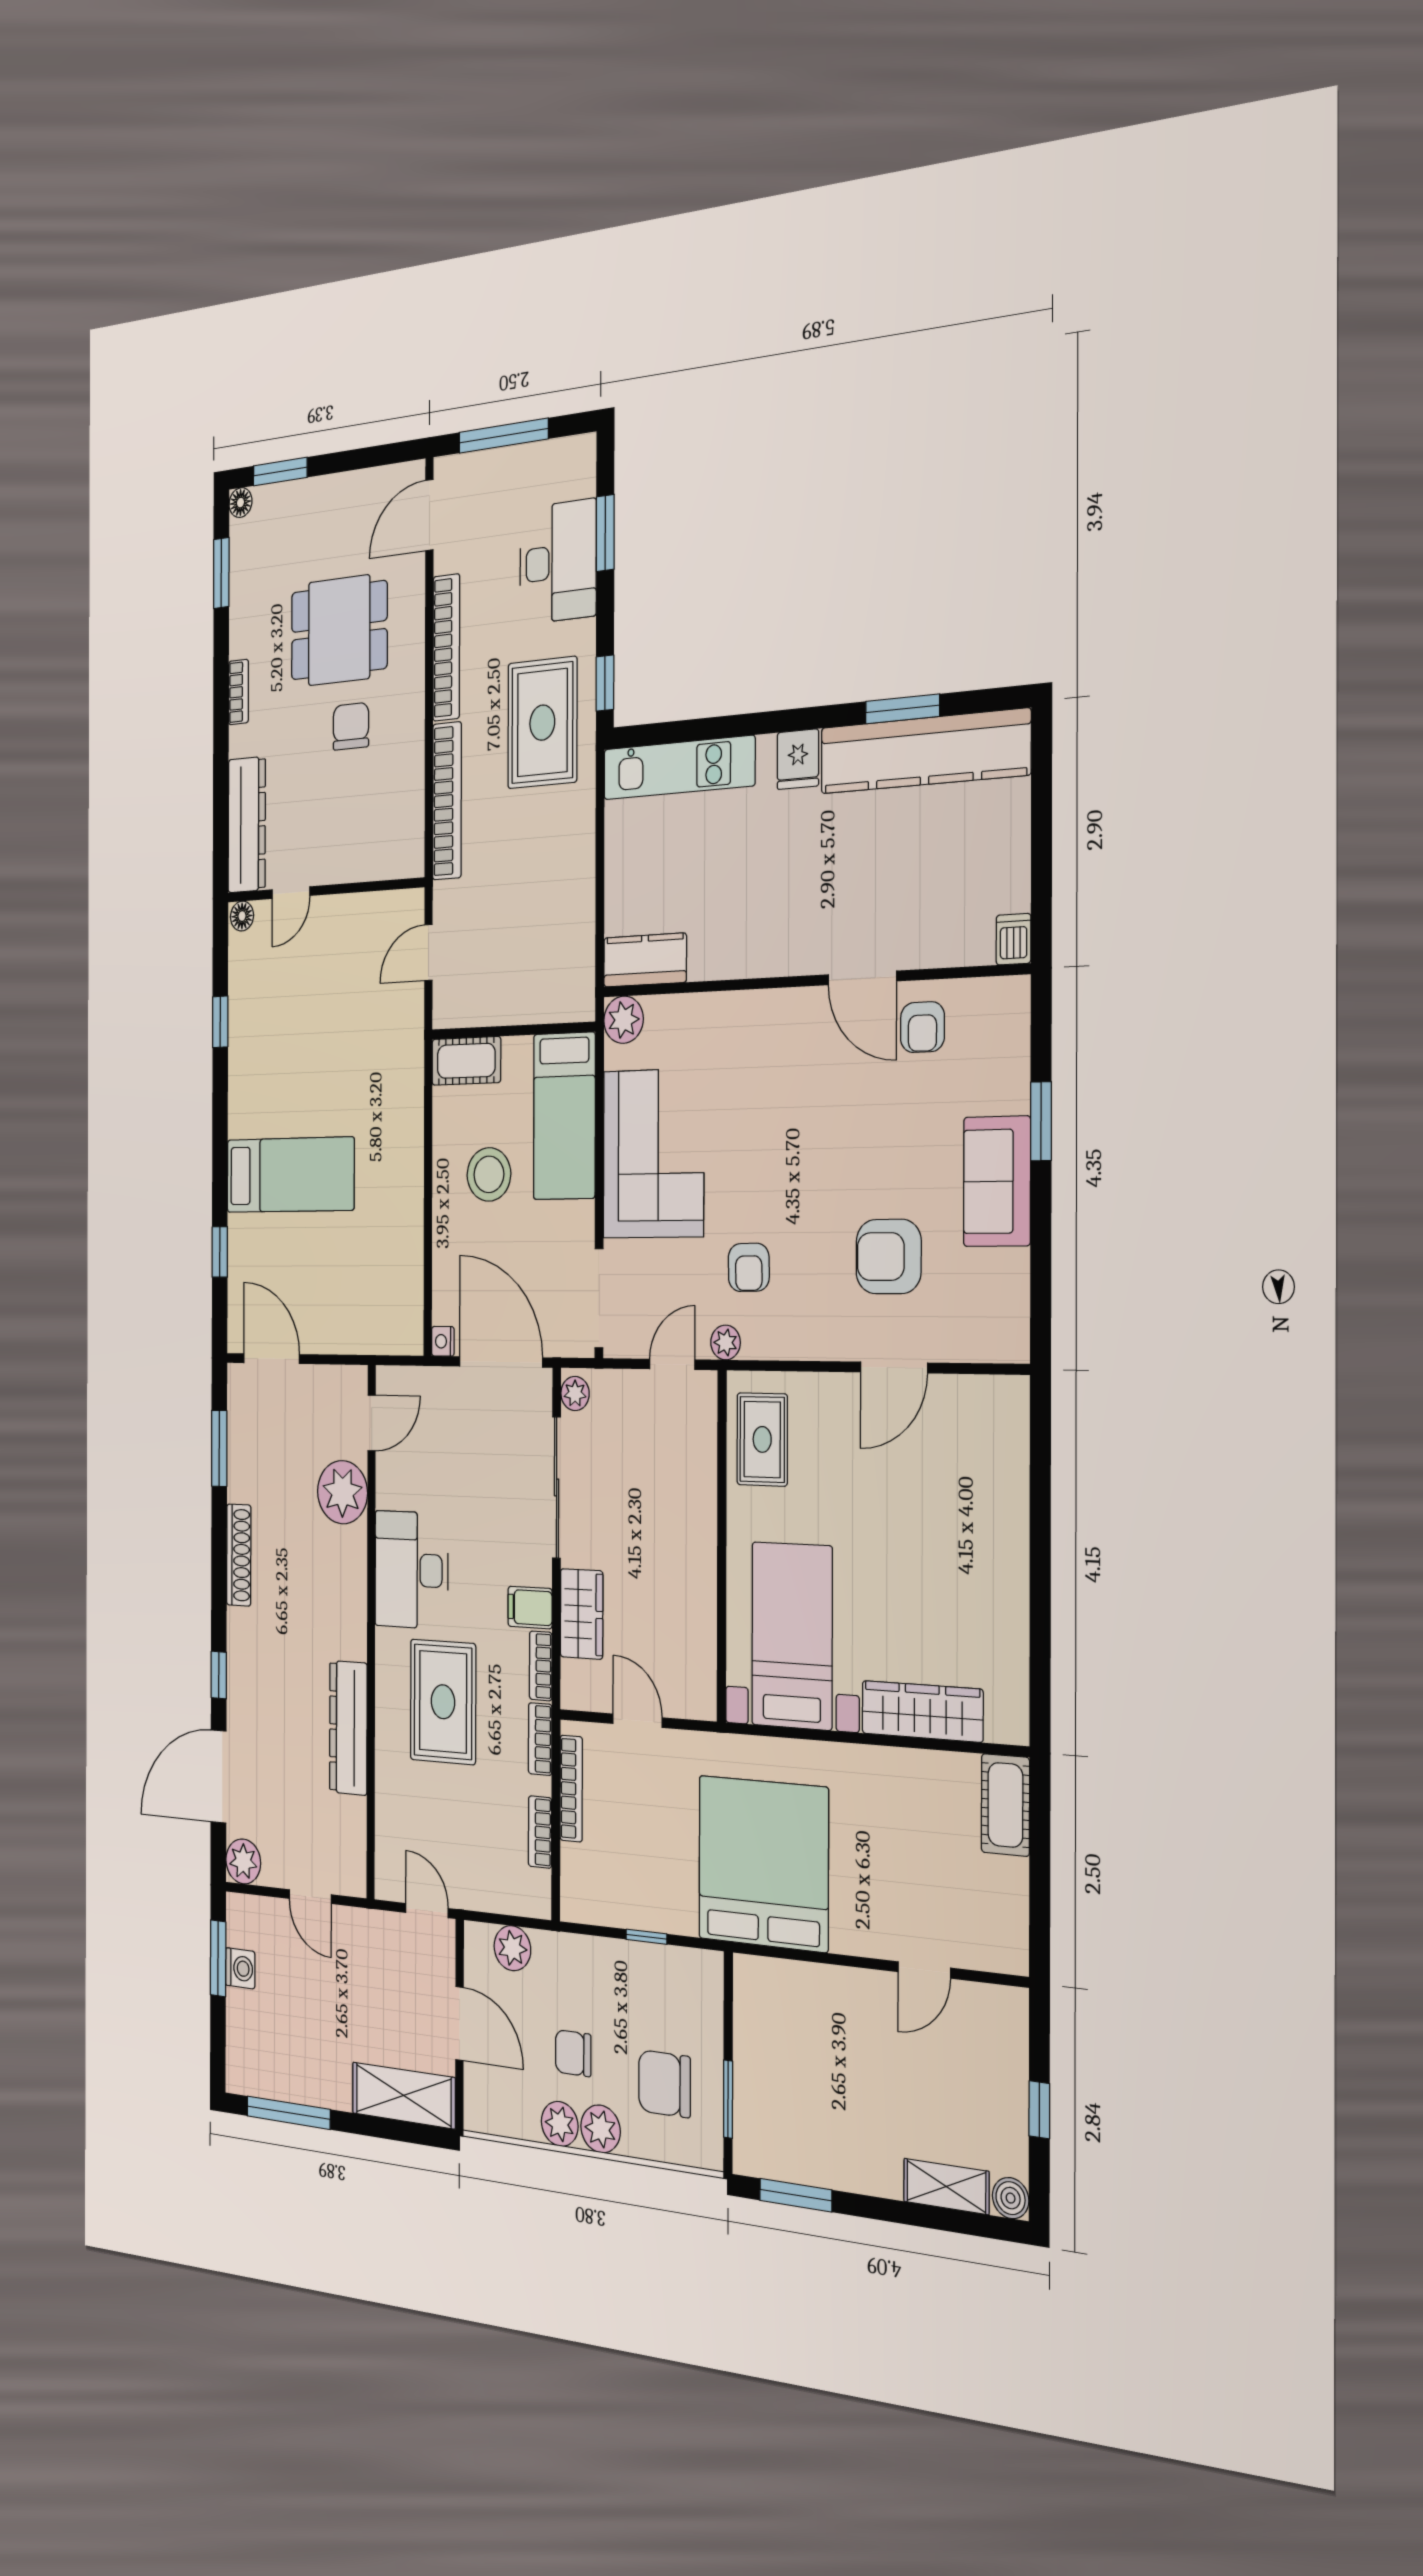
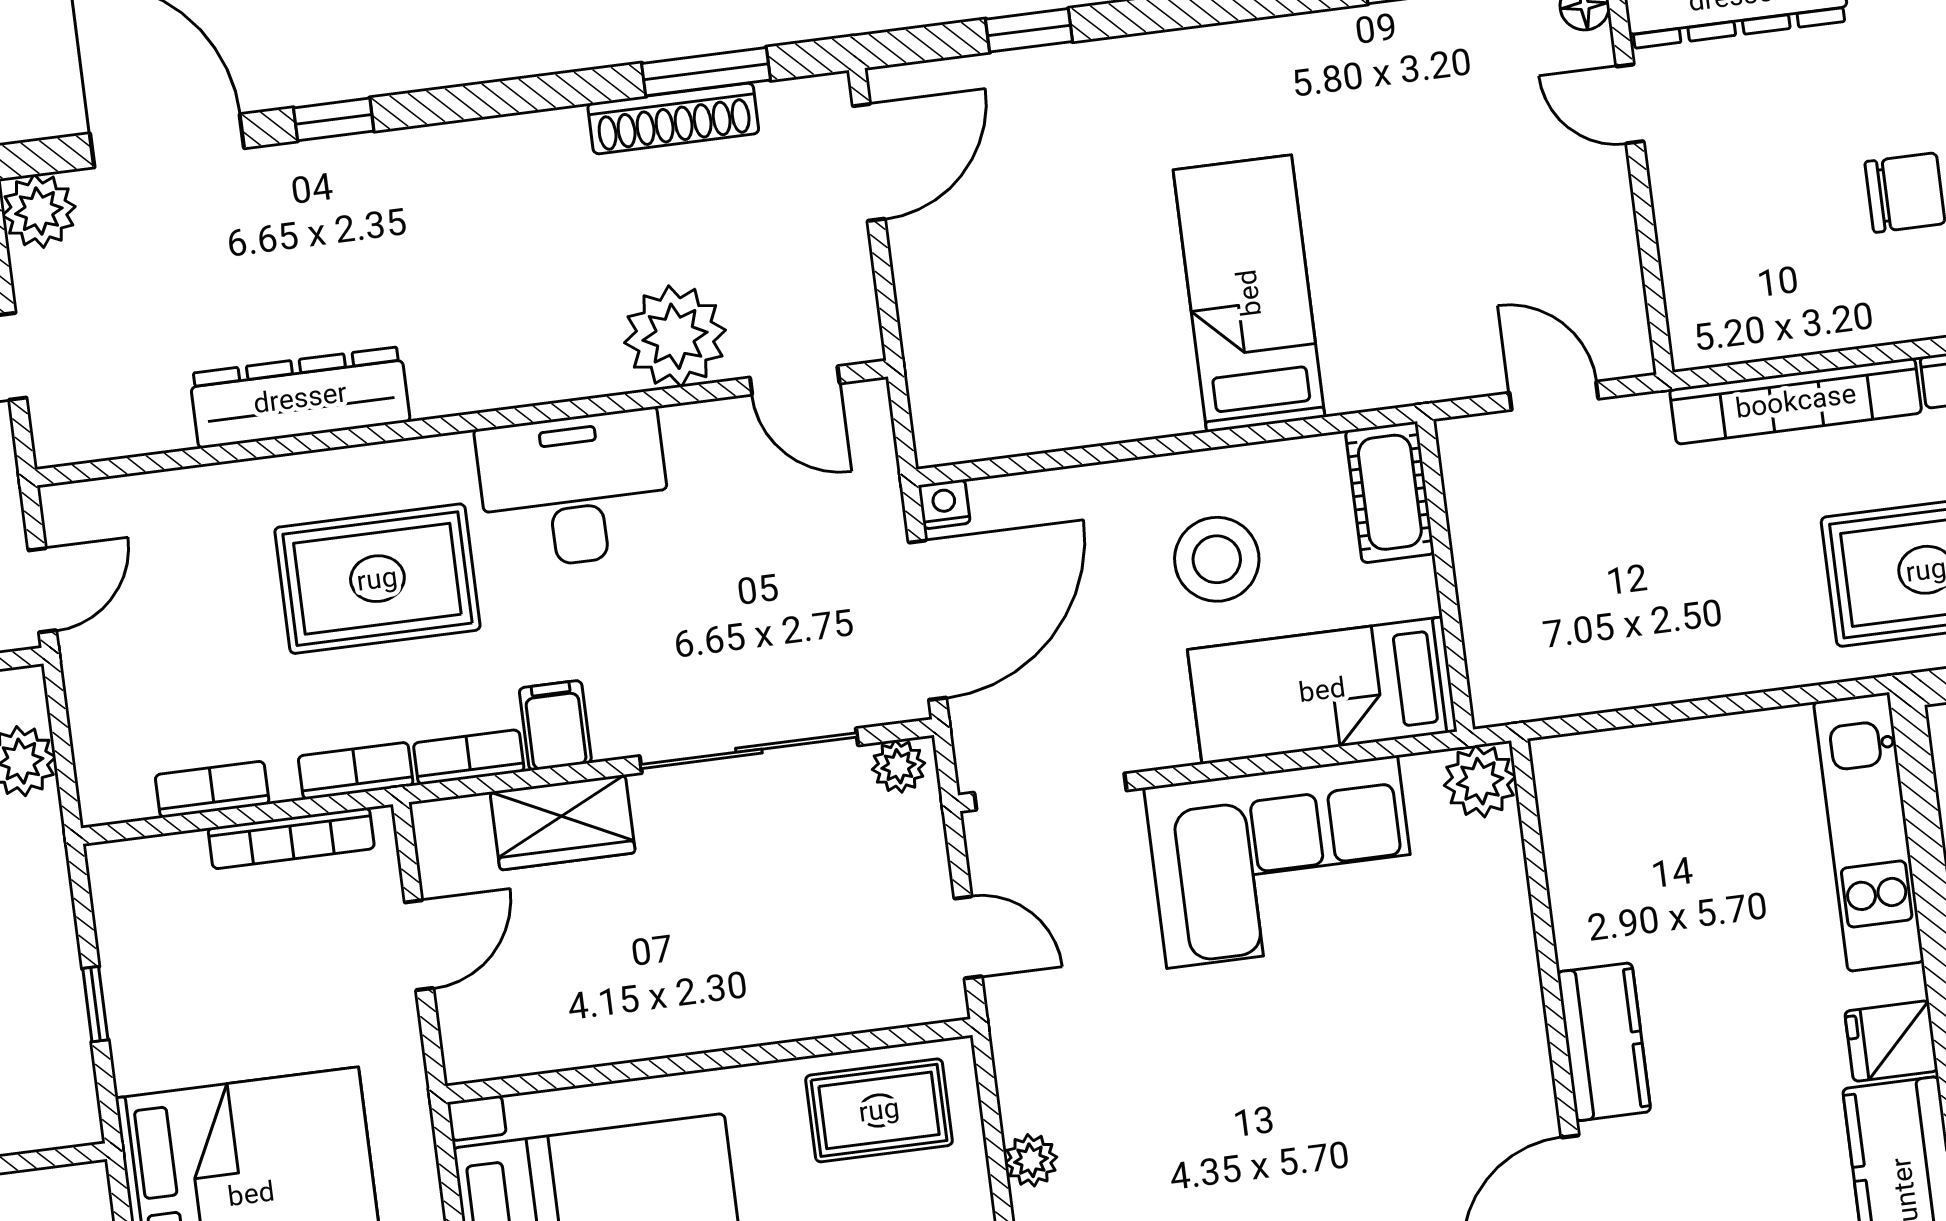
kitchen counter: (645, 960) -> (1604, 1042), moved
bed: (290, 1175) -> (1249, 293), moved, turned 180
armchair: (749, 1267) -> (1131, 1054), removed
plant: (726, 1342) -> (1031, 1160), moved
shoe rack: (239, 1555) -> (673, 118), moved

